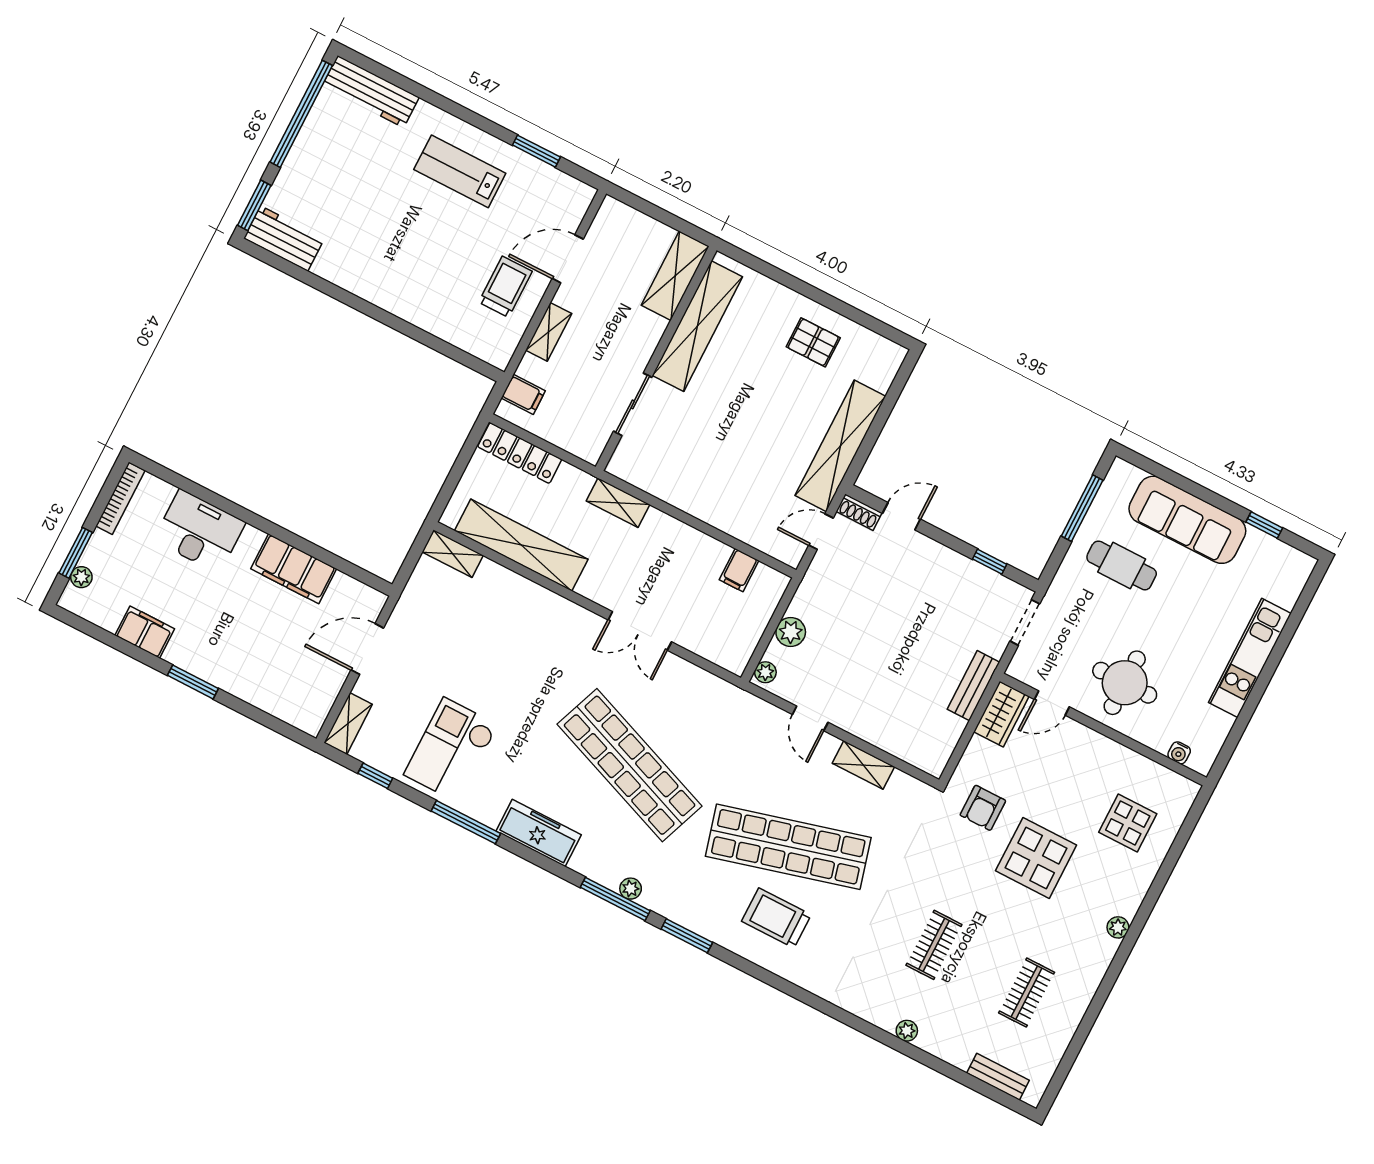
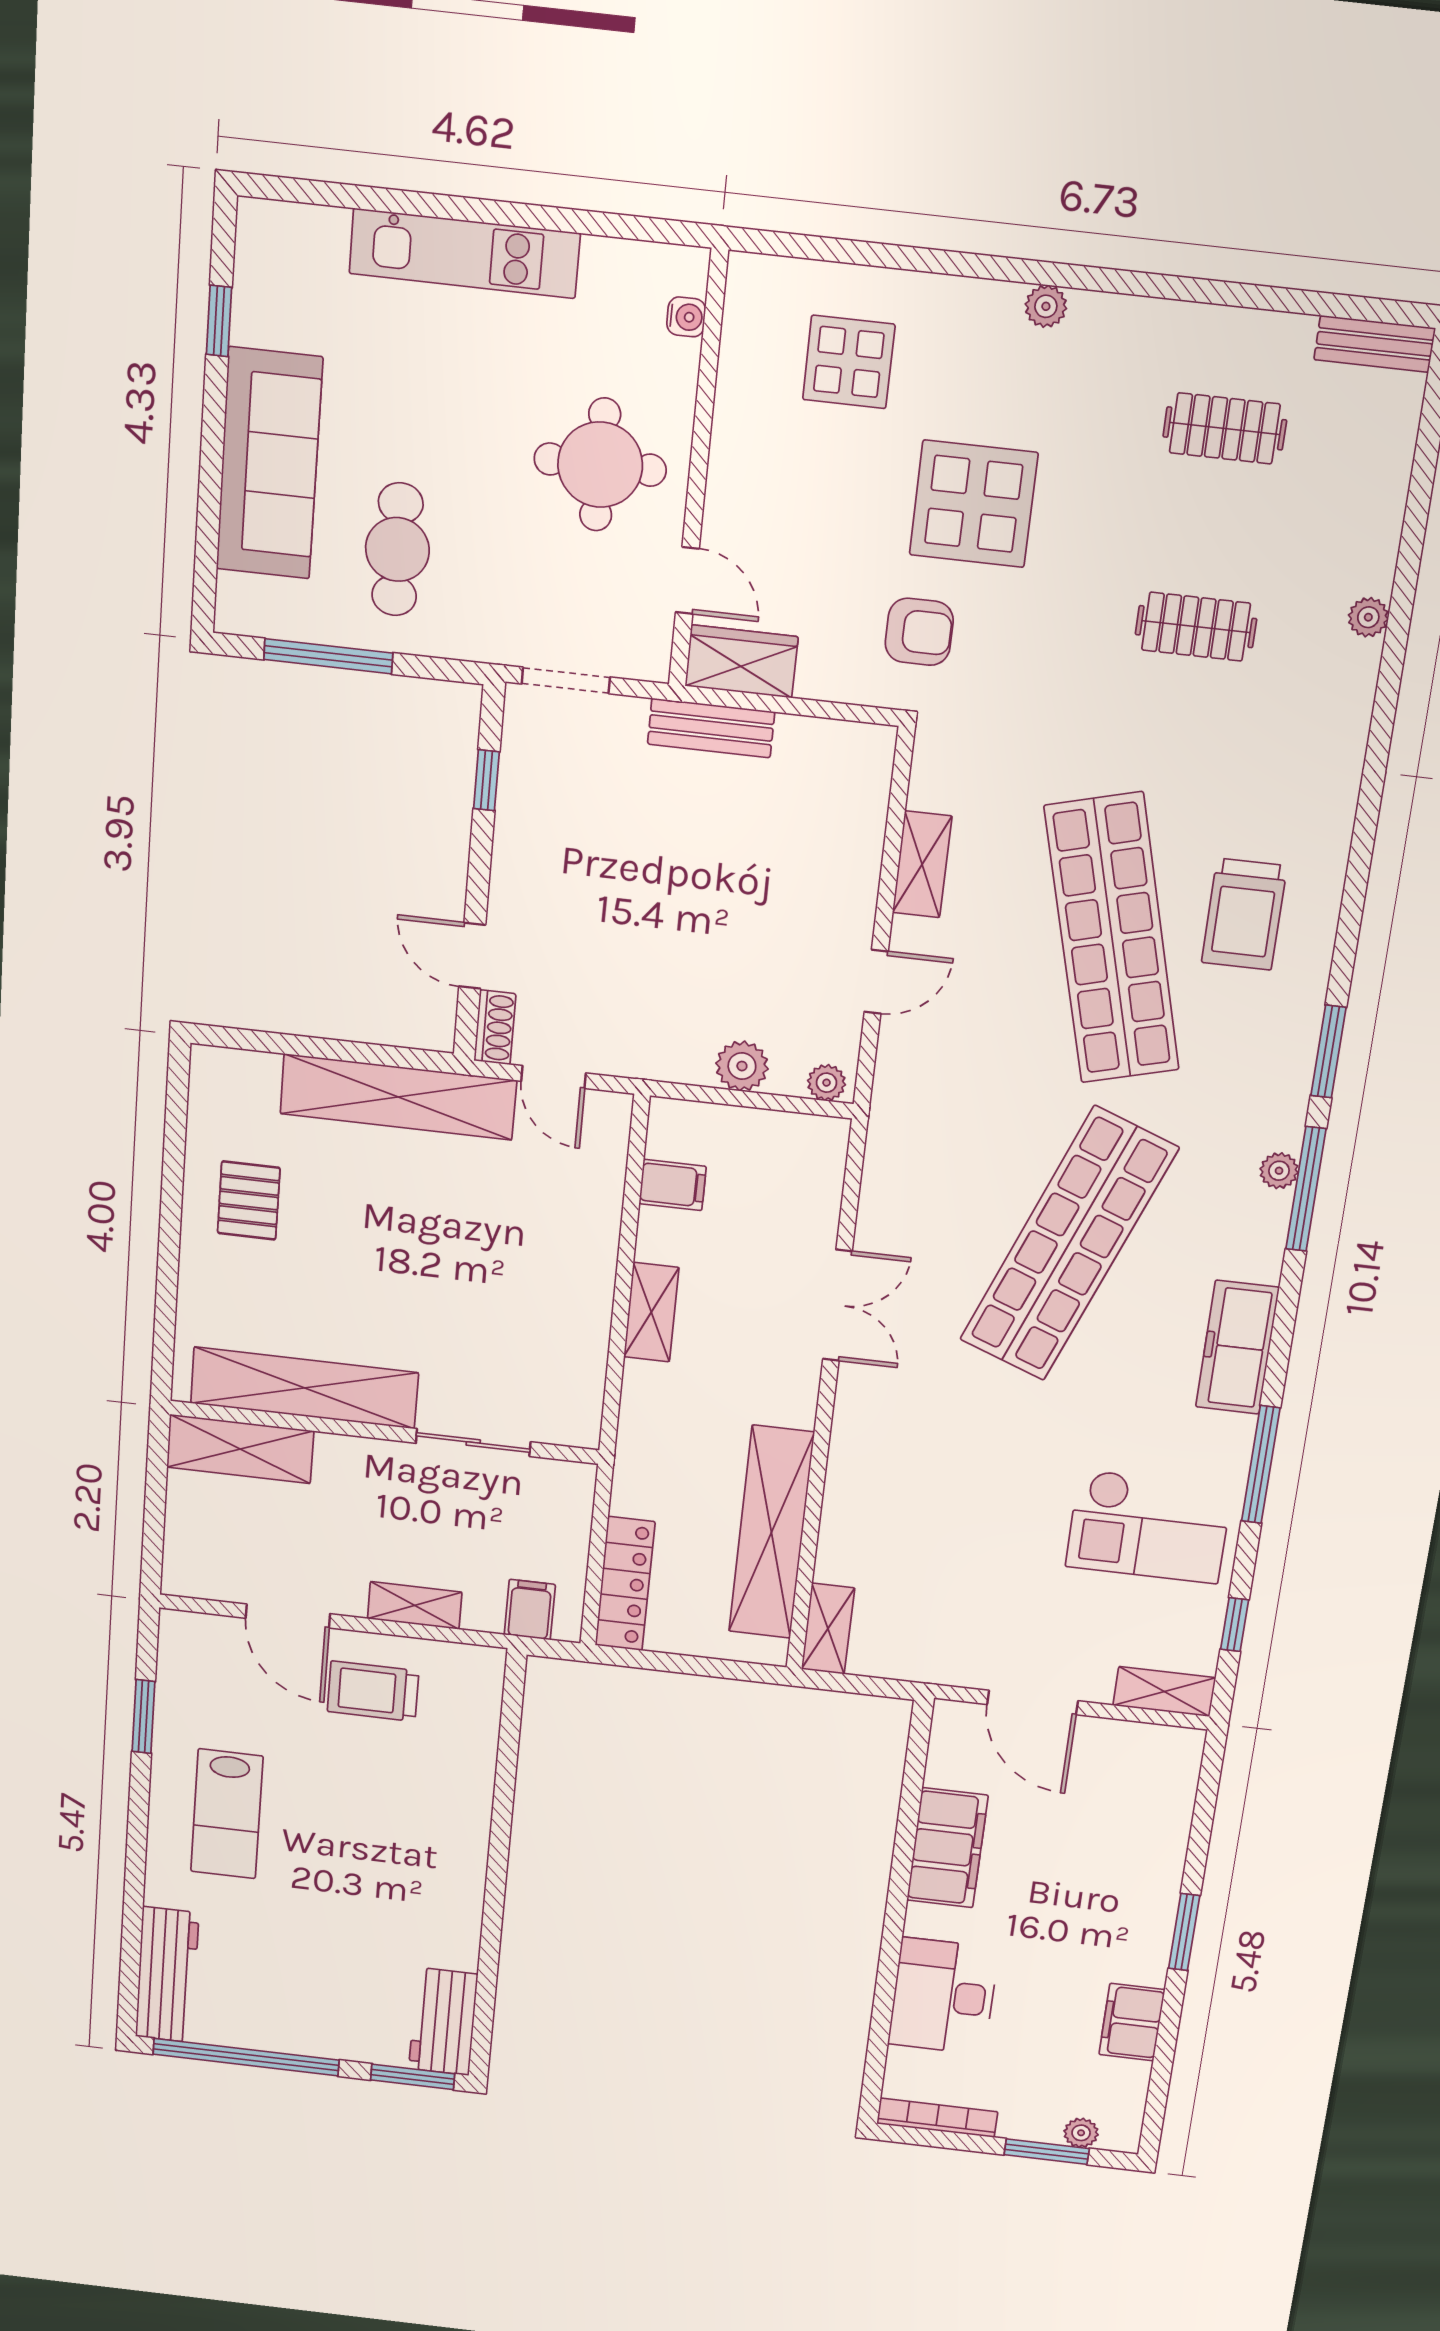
shelving: (618, 503) -> (651, 1312), moved
bench: (998, 1077) -> (1375, 344), moved, turned 90

